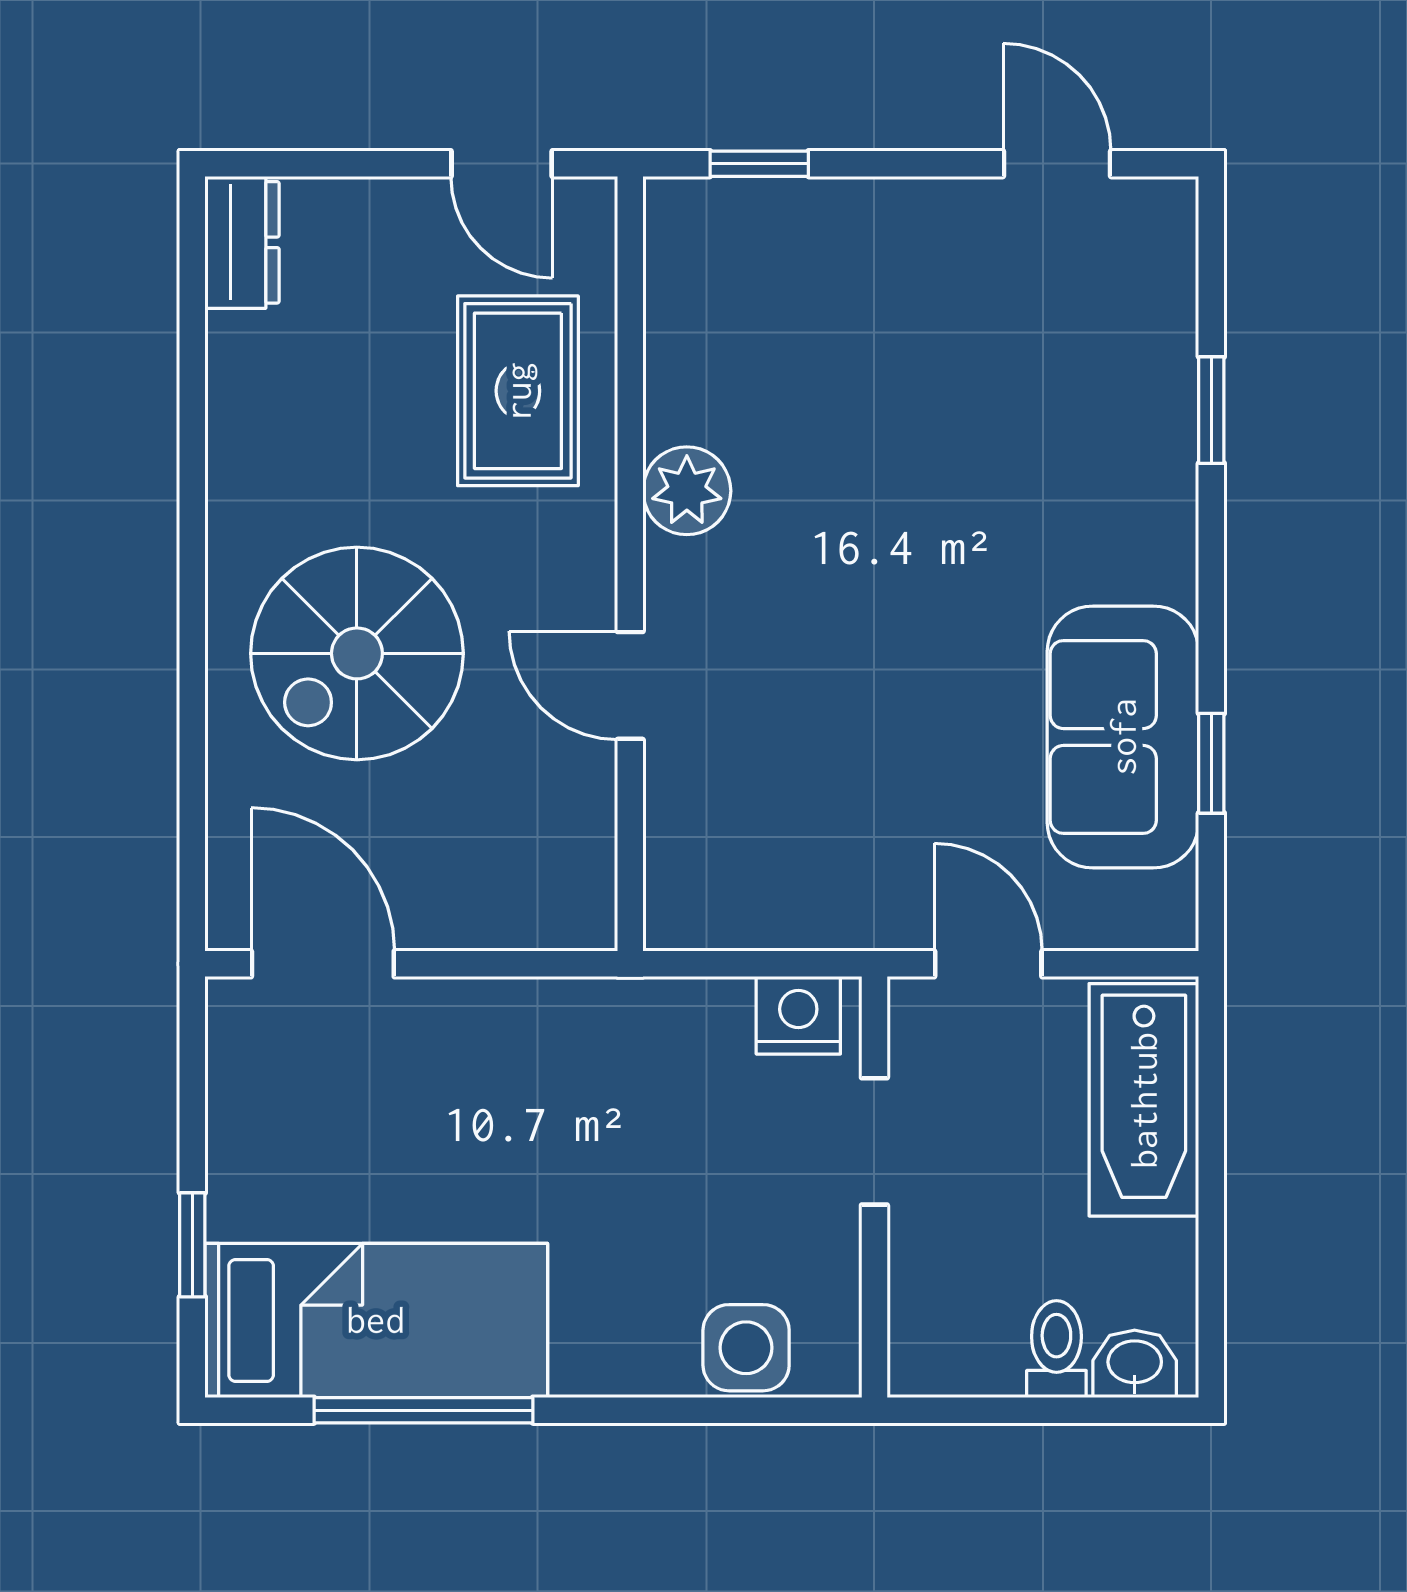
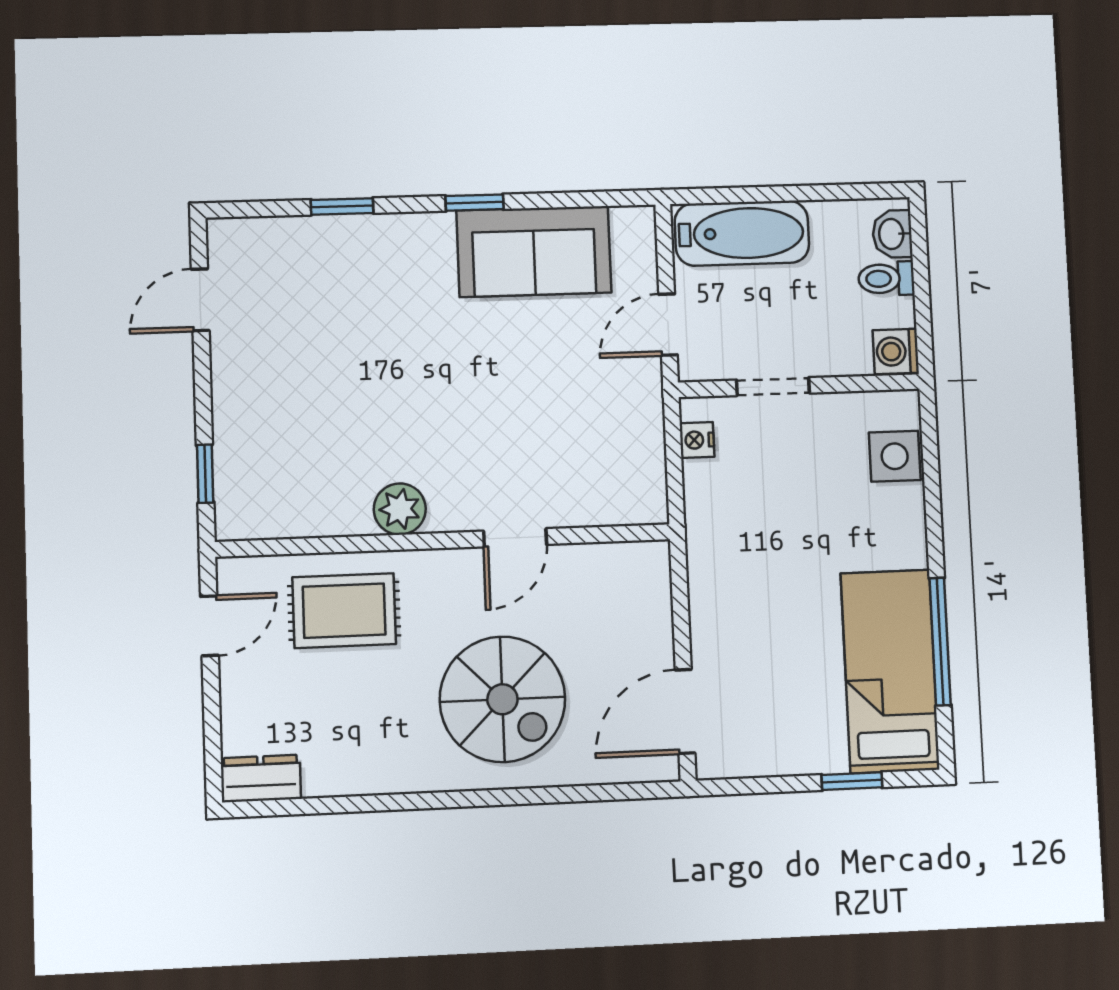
window: (1211, 763) -> (474, 203), moved
nightstand: (798, 1015) -> (697, 440), width x0.72, depth x0.74
washing machine: (928, 1359) -> (896, 351), added

